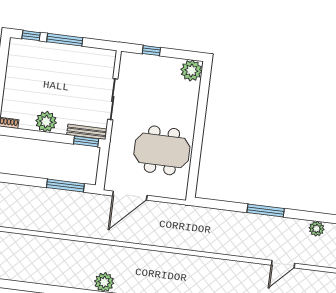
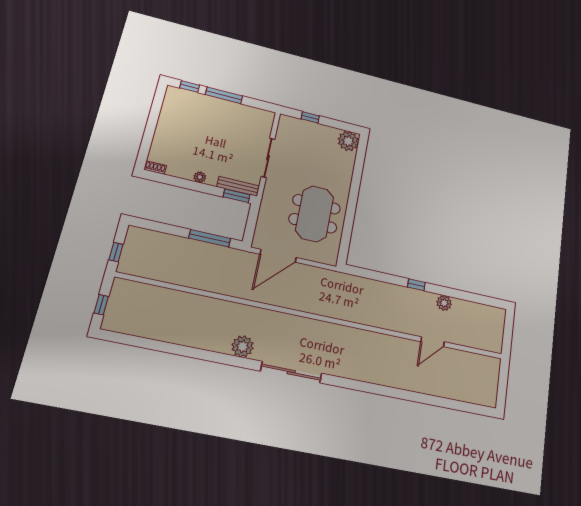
plant: (46, 122) -> (200, 177), width x0.53, depth x0.53
meeting table: (162, 150) -> (315, 214), turned 90
window: (266, 210) -> (416, 285), width x0.46
plant: (317, 229) -> (444, 303), moved

